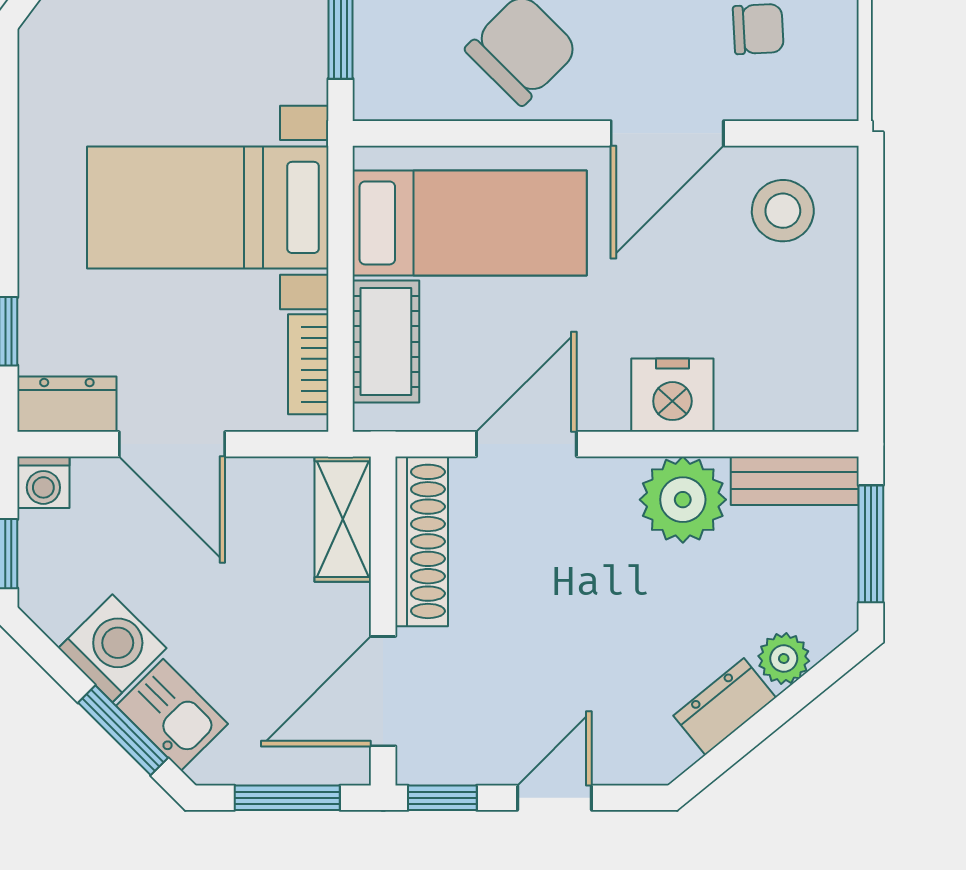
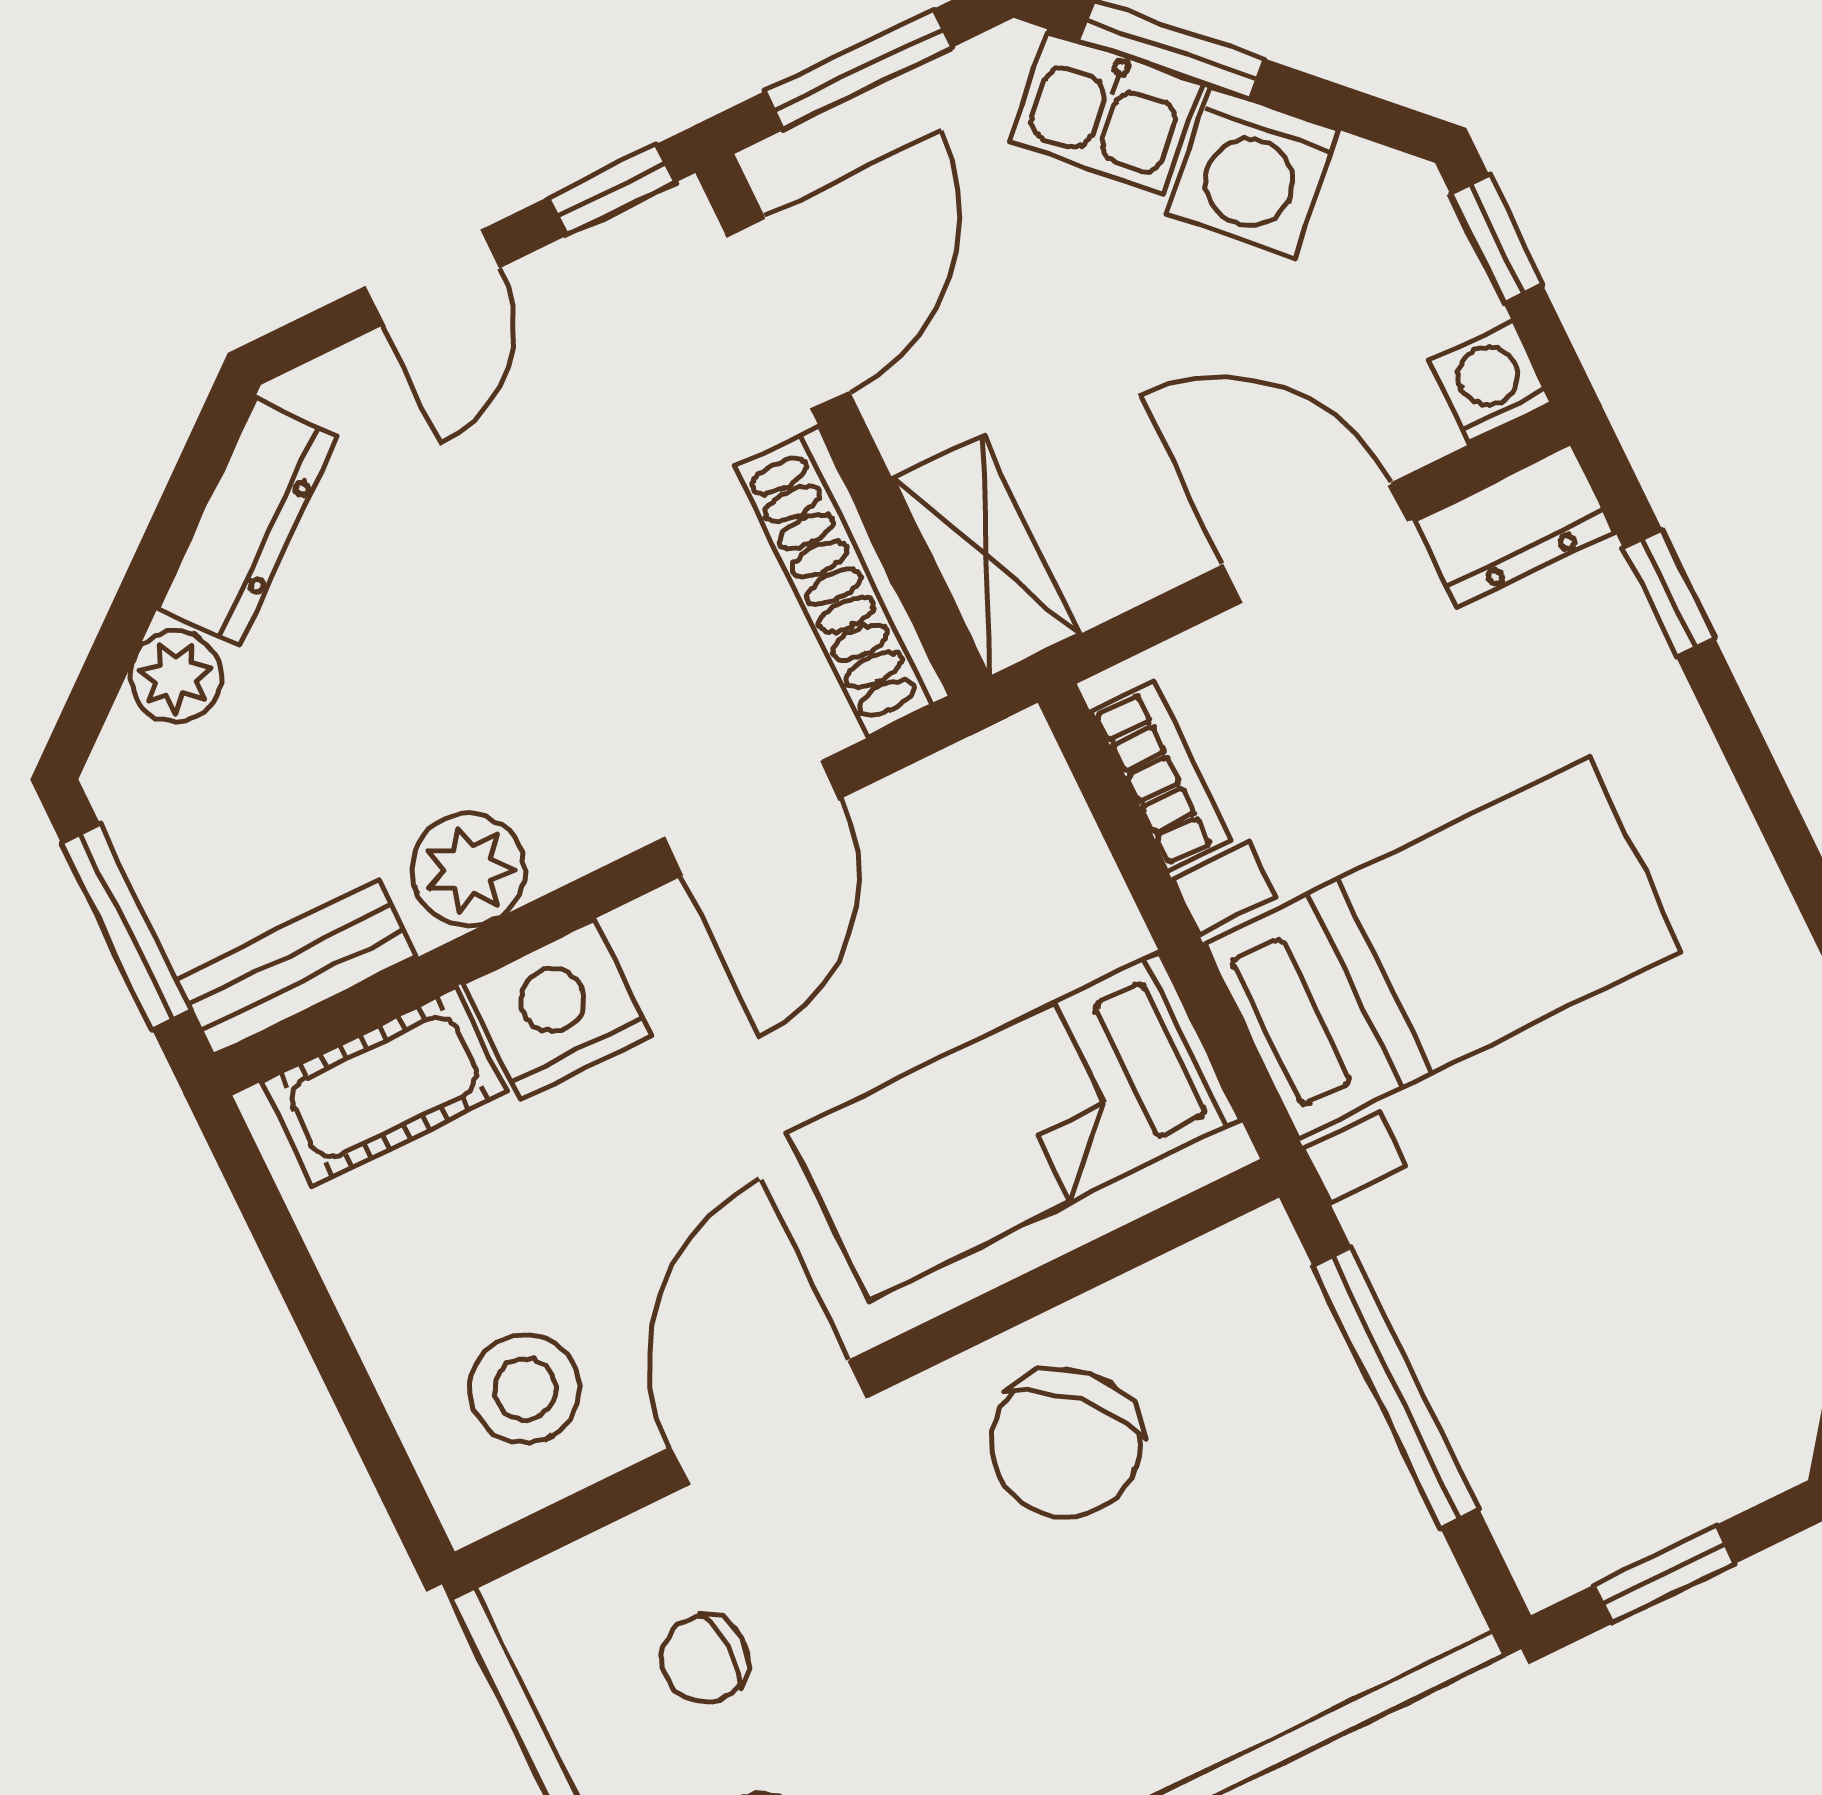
cot: (386, 342) -> (384, 1087), moved, turned 90
plant: (683, 500) -> (469, 870), width x0.73, depth x0.73
dresser: (725, 707) -> (247, 522), width x1.44

